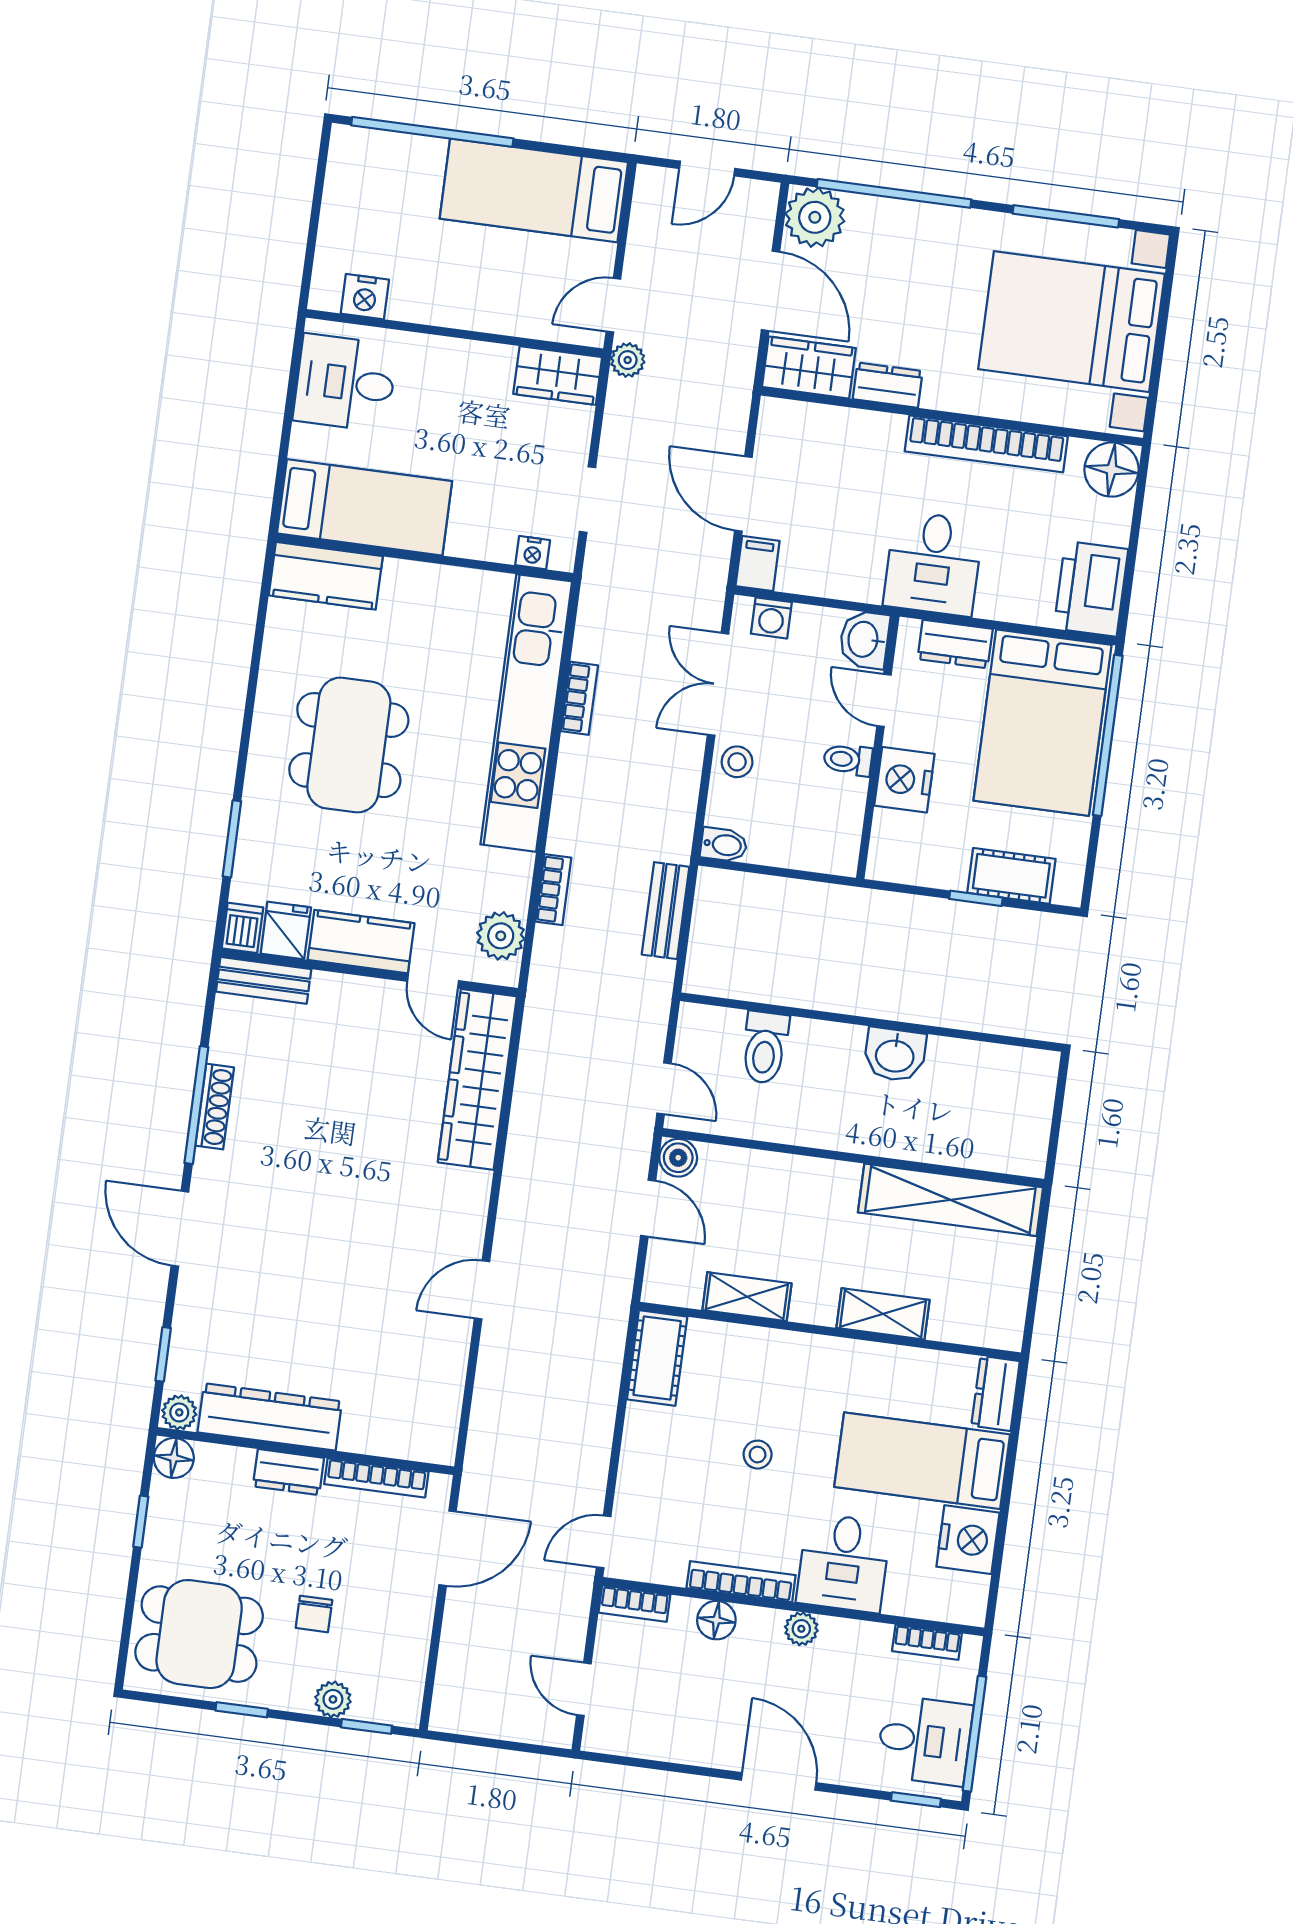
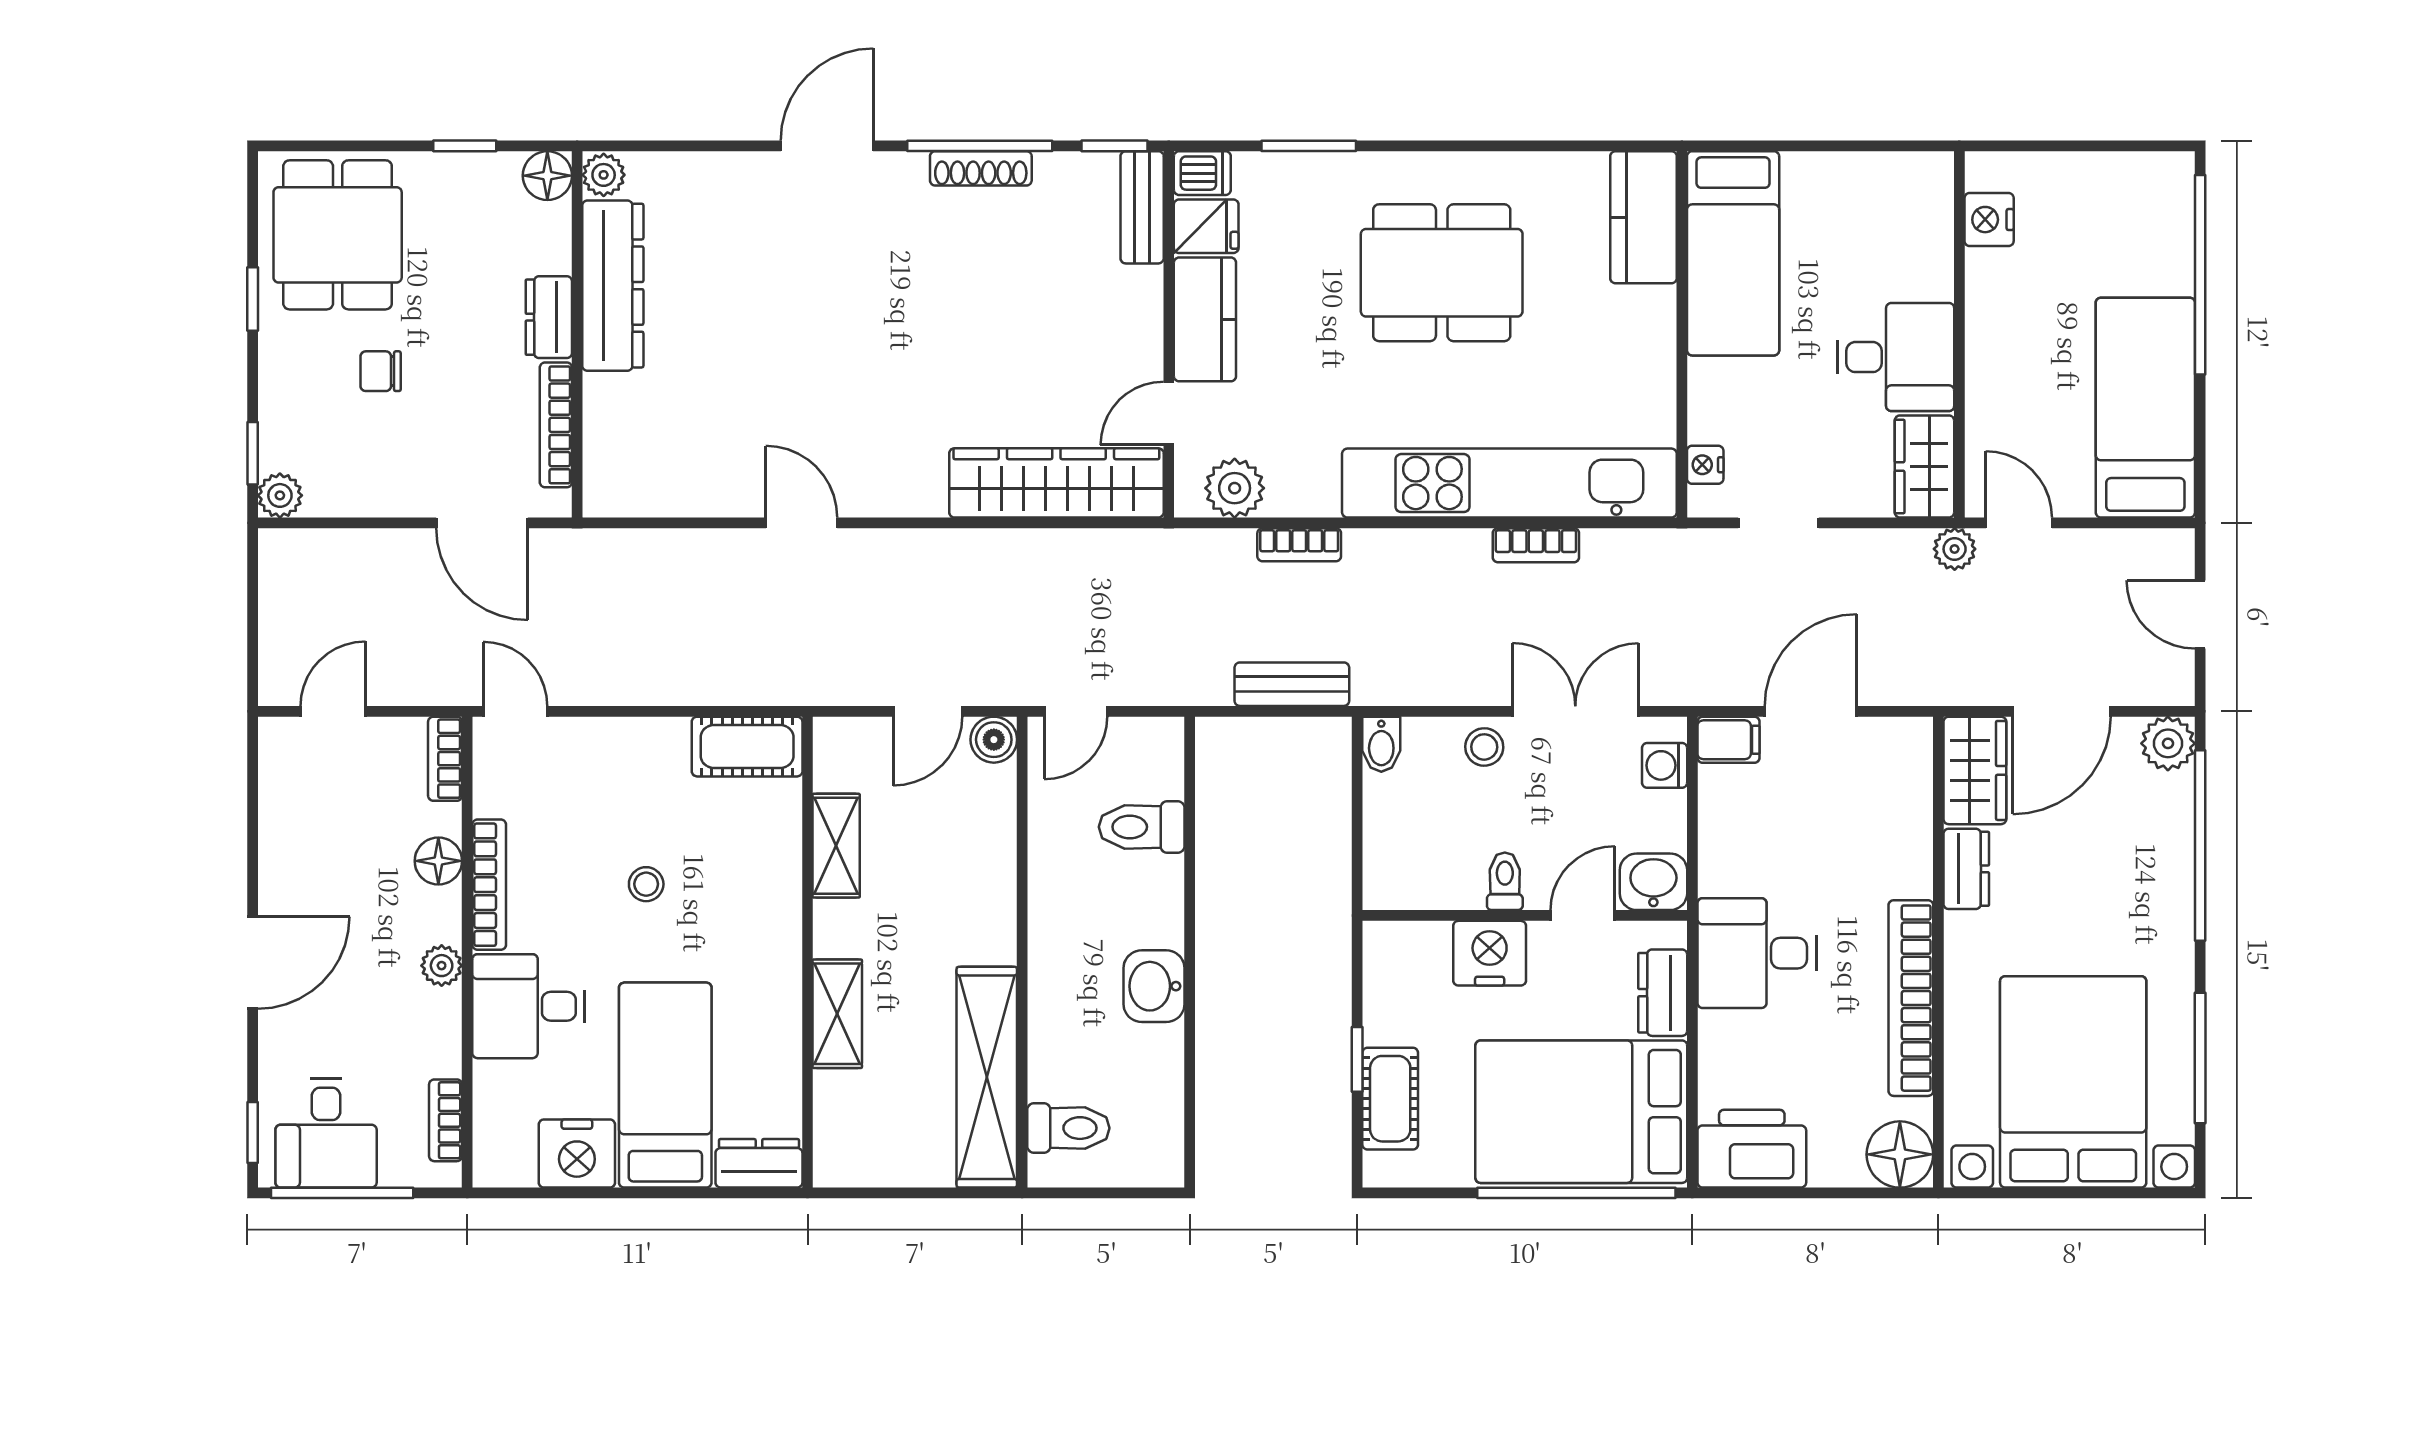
plant: (815, 217) -> (2168, 743), width x0.73, depth x0.73
desk: (345, 383) -> (1896, 357), moved, turned 90
toilet: (1000, 1139) -> (1068, 1128), added
window: (163, 1354) -> (1114, 146), moved
plant: (333, 1699) -> (280, 495), moved

